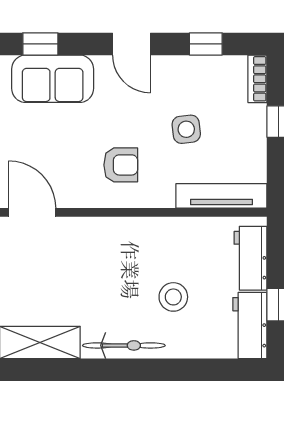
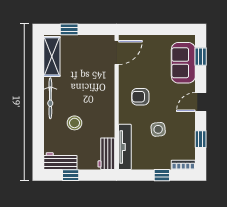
armchair: (121, 165) -> (140, 97), turned 90
workbench: (250, 258) -> (106, 154), moved, turned -90

